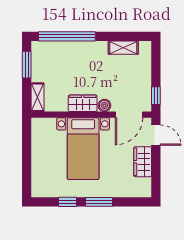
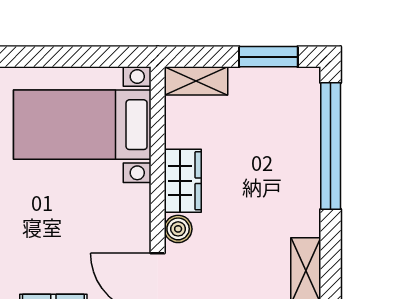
bed with nightstands: (83, 149) -> (82, 125), moved

